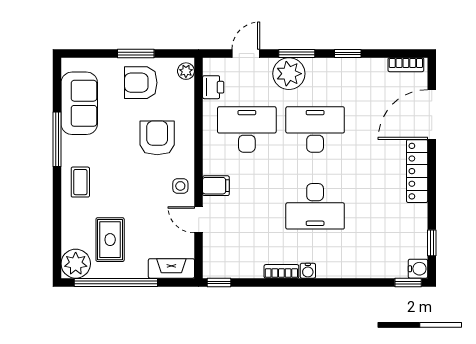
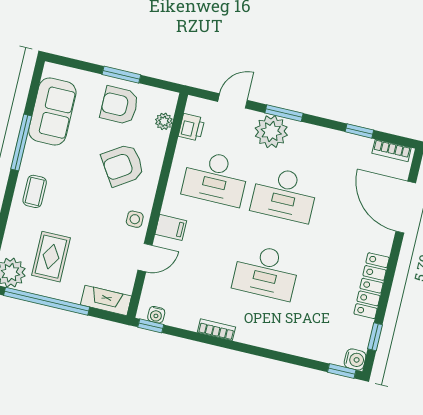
window: (348, 53) -> (359, 131), moved
plant: (186, 71) -> (164, 121), moved
door: (432, 115) -> (406, 207), hinge flipped
desk: (247, 130) -> (215, 178), turned 180
desk: (315, 130) -> (284, 194), turned 180
armchair: (157, 138) -> (123, 165), turned -123
locker: (417, 171) -> (372, 286), moved
door: (199, 220) -> (145, 258), swing flipped
water cooler: (308, 271) -> (156, 315), moved

